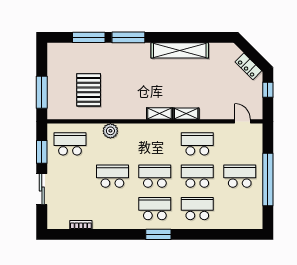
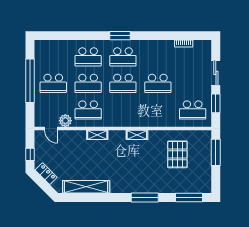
window: (89, 37) -> (189, 197), moved
shelving: (180, 50) -> (86, 187), moved
shelving: (159, 114) -> (137, 135), moved
plant: (110, 131) -> (65, 121), moved

